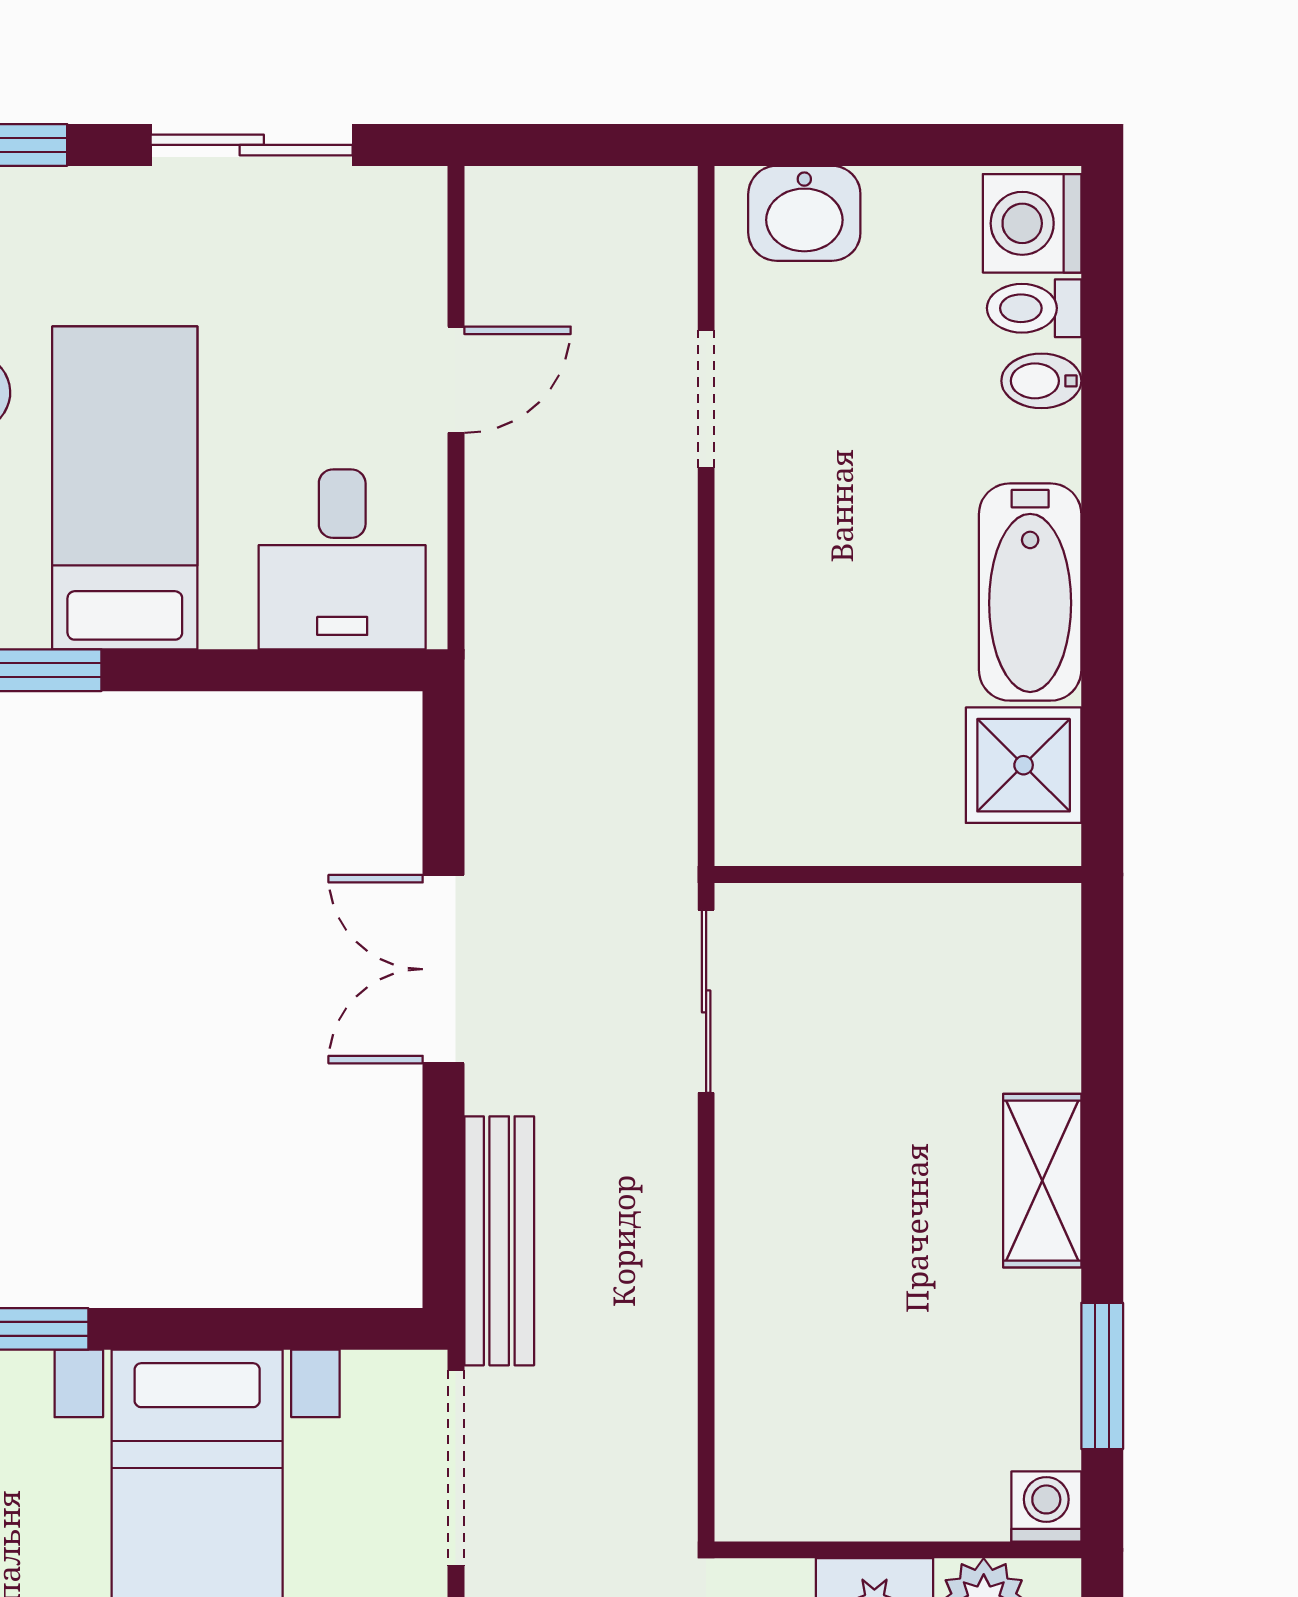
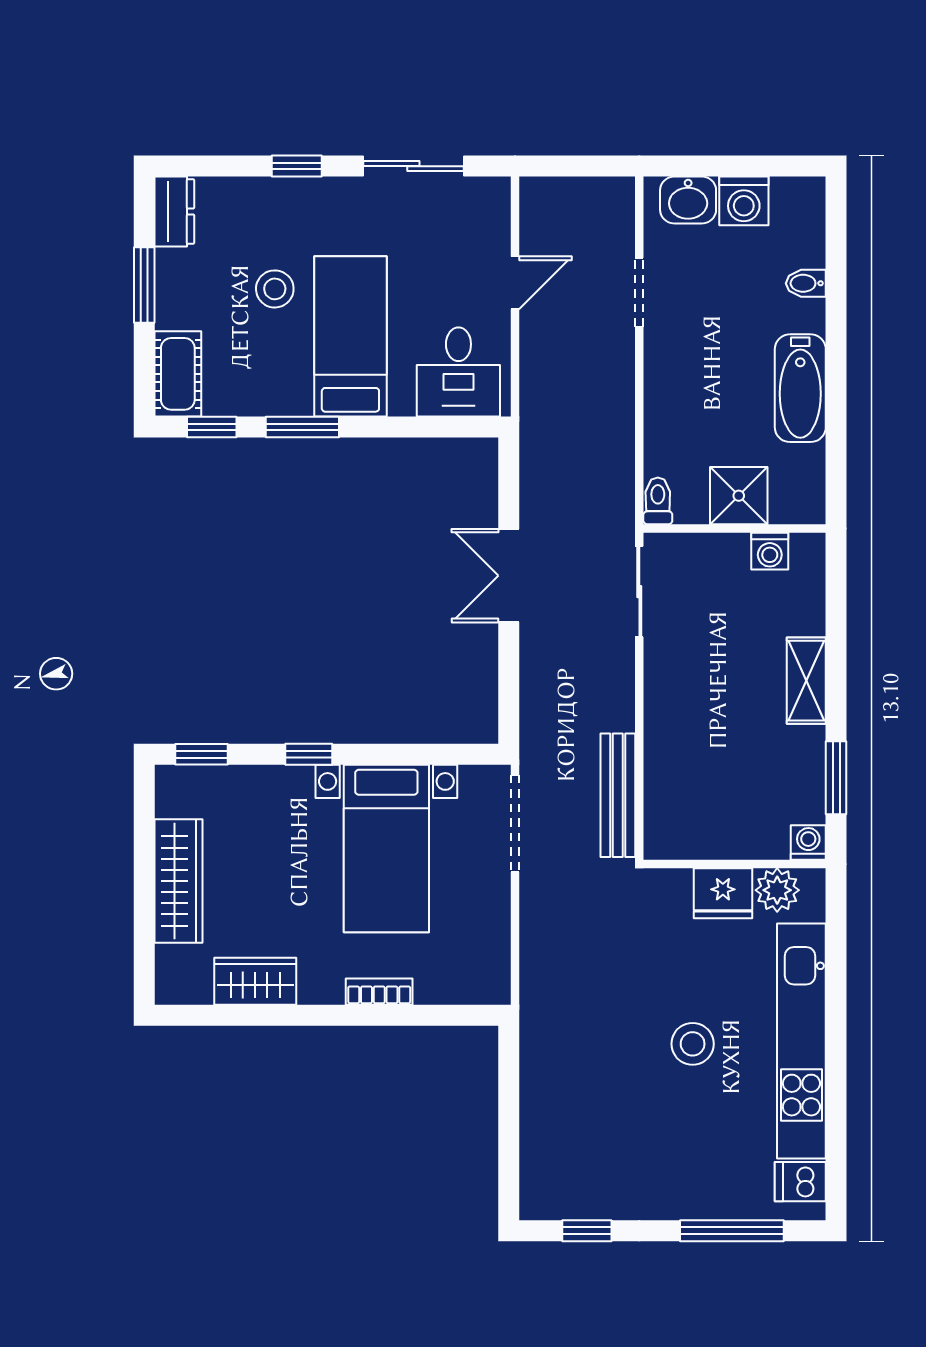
washing machine: (1032, 223) -> (744, 201), moved, turned -90
toilet: (1034, 308) -> (658, 501), moved, turned 90
shower: (1024, 765) -> (739, 496), moved
washing machine: (969, 920) -> (770, 551), added
bench: (499, 1241) -> (618, 795), moved

